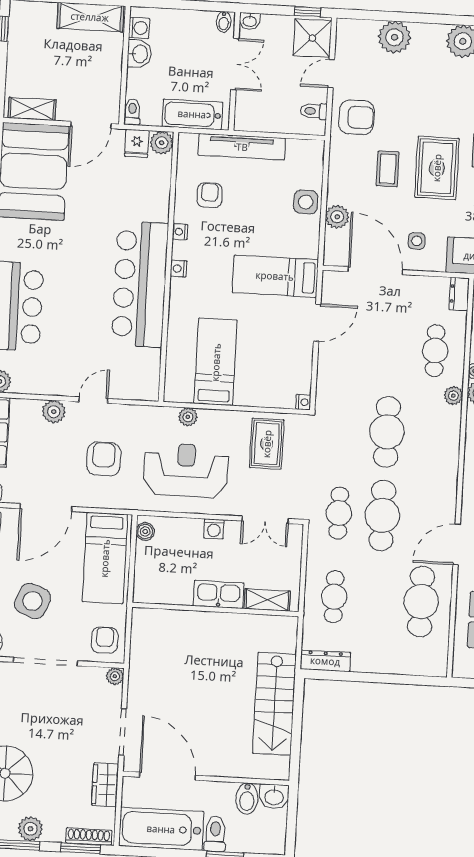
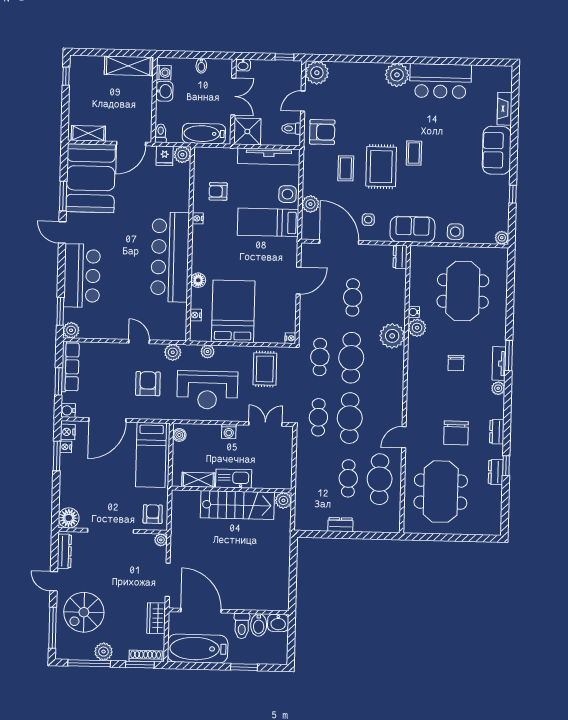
bidet: (224, 22) -> (201, 66), moved
plant: (394, 37) -> (317, 73), moved
shower: (312, 38) -> (247, 131), moved
tv unit: (242, 147) -> (269, 156), moved
armchair: (210, 195) -> (218, 191), turned -90
nightstand: (178, 269) -> (196, 315), moved
bed: (275, 276) -> (268, 222), moved
floor lamp: (178, 318) -> (198, 280), added
cafe table: (435, 351) -> (353, 297), moved
bed: (216, 362) -> (233, 311), width x1.50
plant: (453, 396) -> (392, 336), width x1.88, depth x1.88
door: (93, 400) -> (139, 342), hinge flipped
plant: (54, 412) -> (173, 352), moved
cafe table: (344, 429) -> (320, 357), added
reception desk: (186, 470) -> (207, 390), turned 180
double door: (265, 520) -> (265, 424), swing flipped
door: (457, 544) -> (404, 437), width x0.73
cafe table: (334, 597) -> (348, 478), moved
shelving: (267, 600) -> (198, 480), moved
side table: (32, 601) -> (100, 488), removed
plant: (287, 627) -> (283, 500), added
dresser: (325, 661) -> (340, 525), moved, width x0.70
stairs: (274, 704) -> (237, 505), moved, turned -90
toilet: (215, 834) -> (242, 626), moved, turned 180

